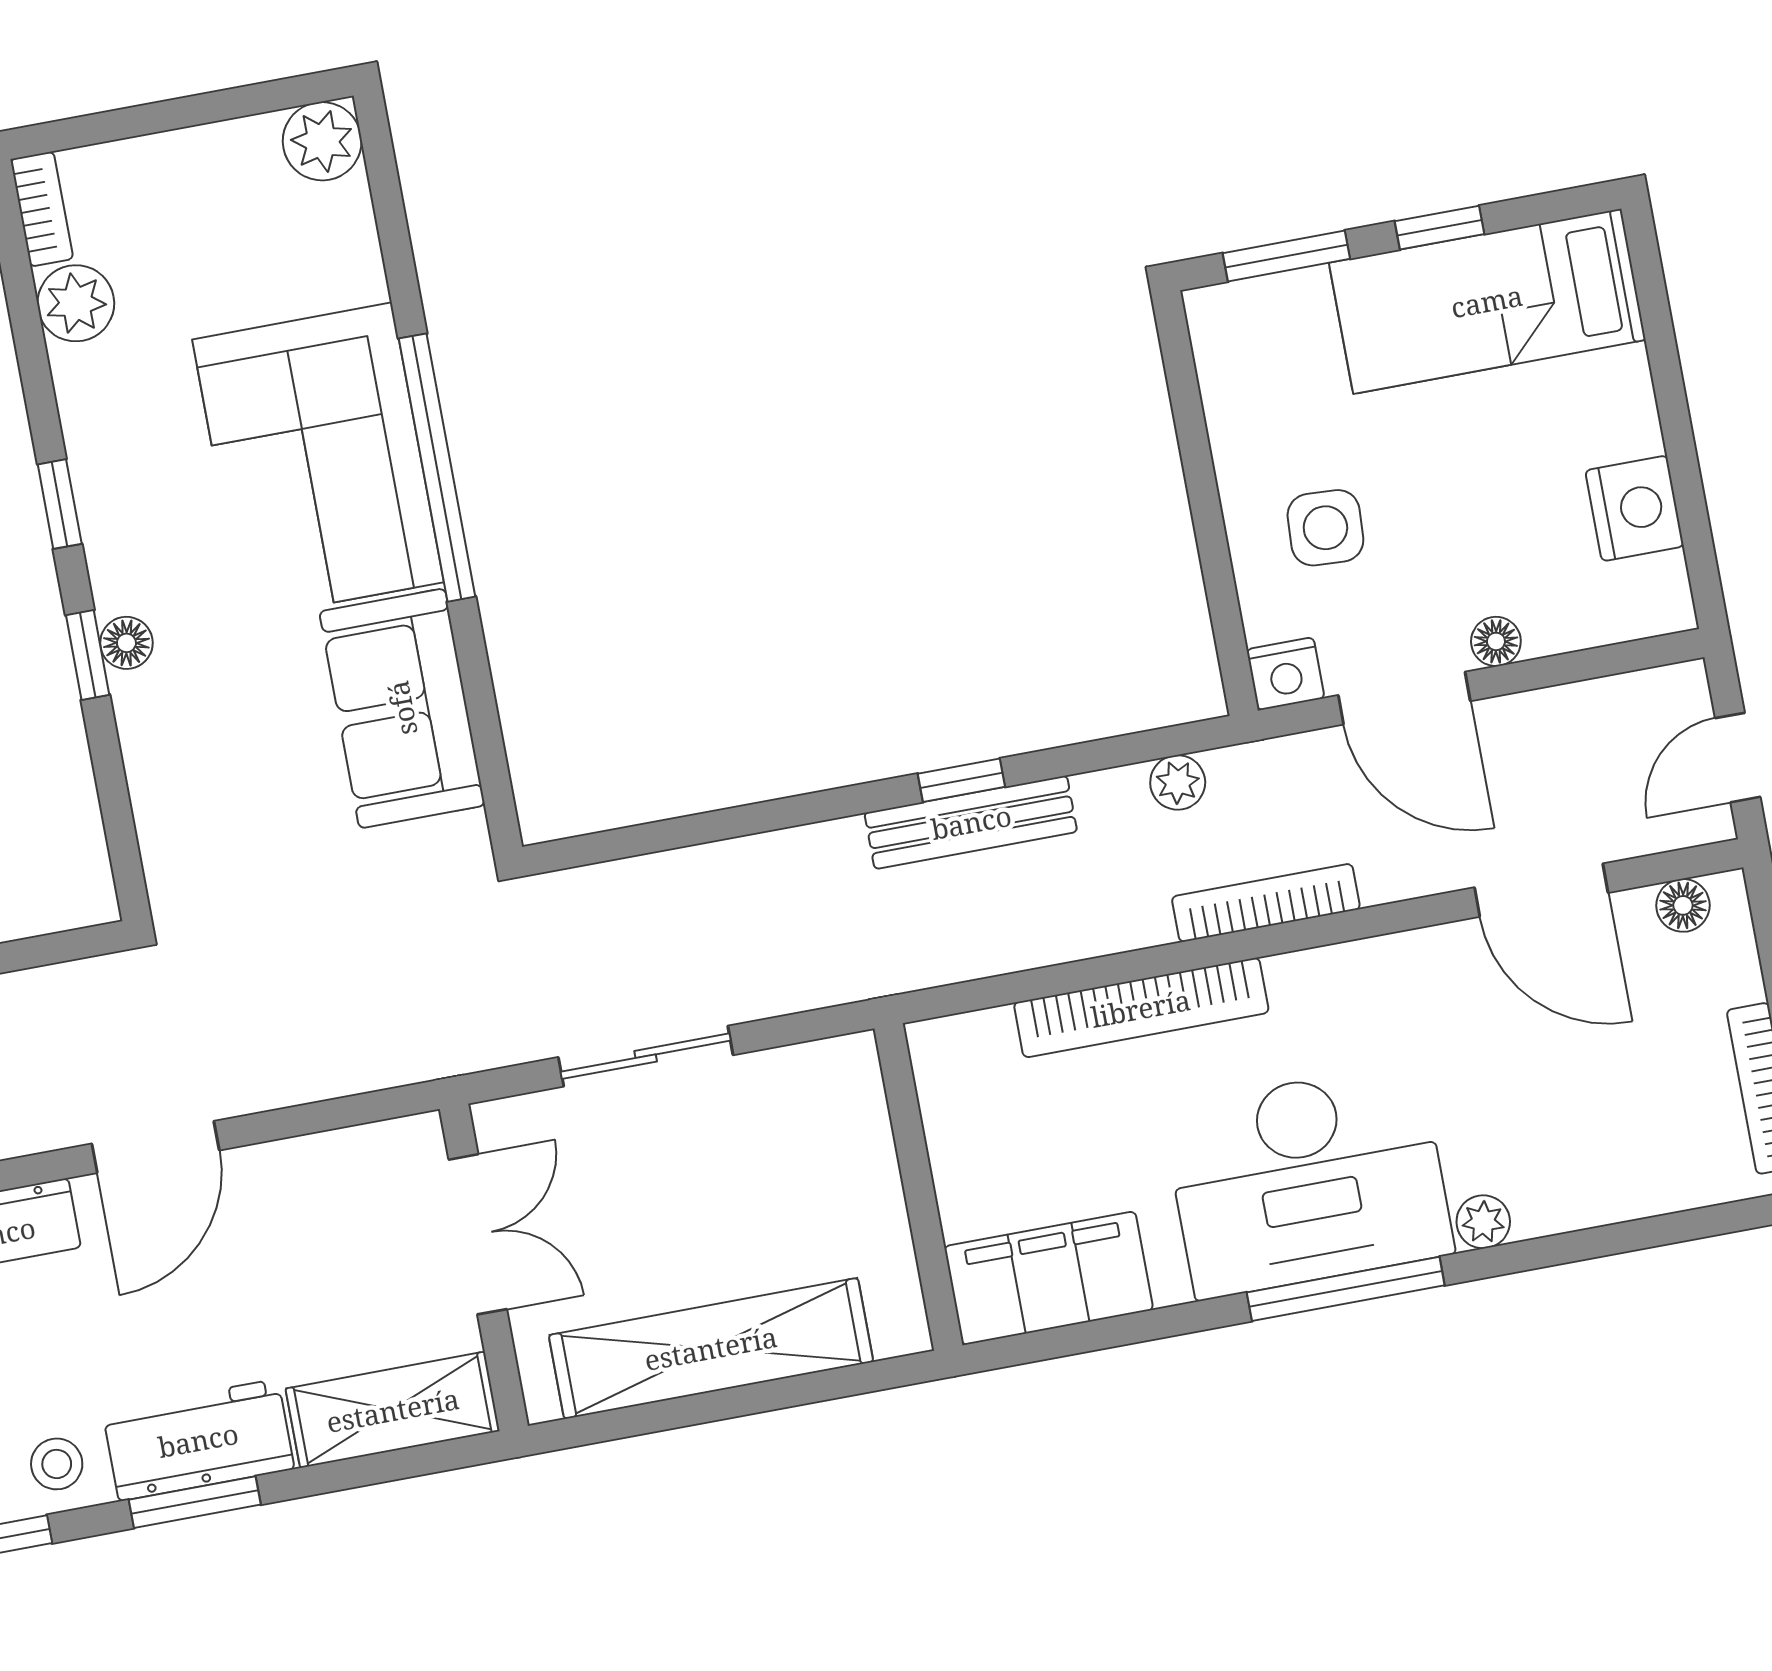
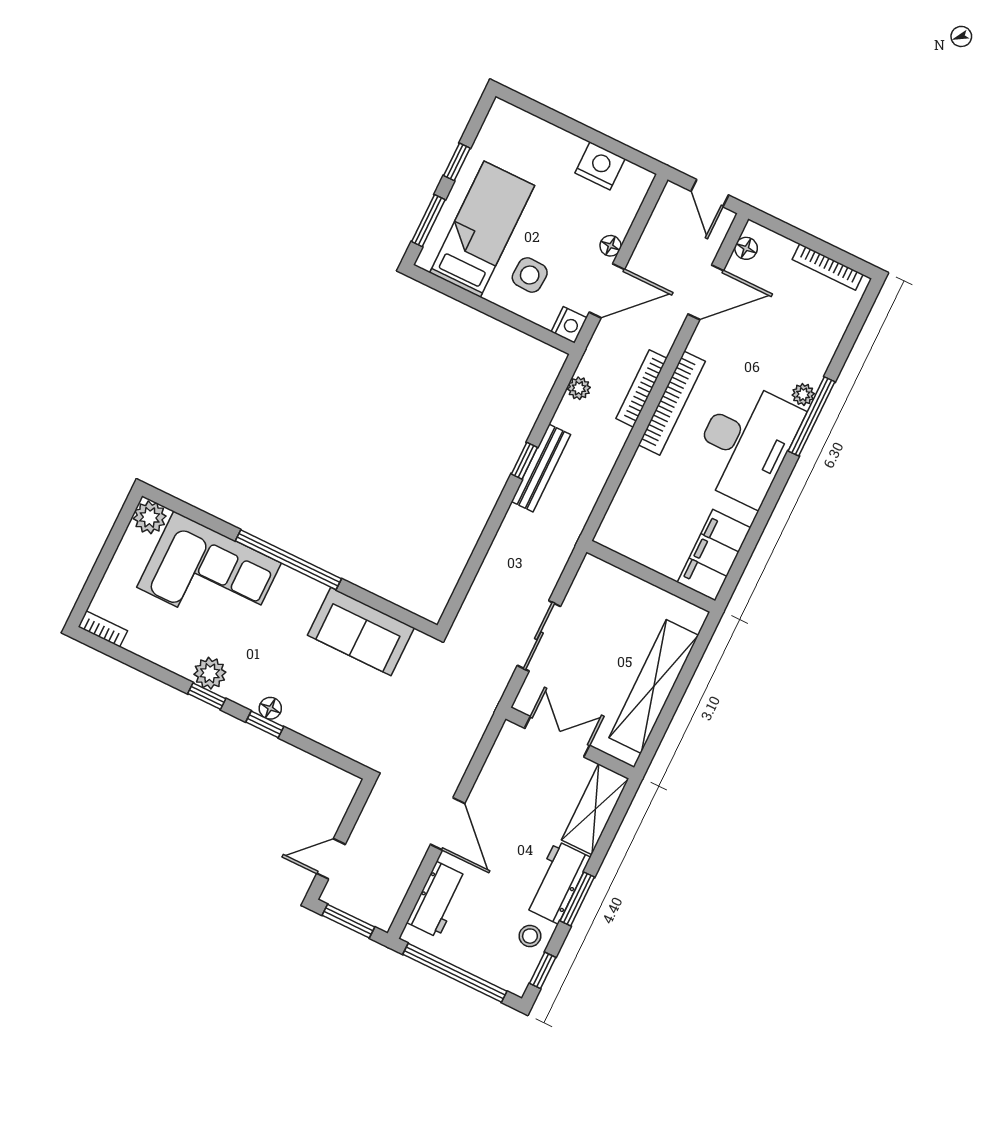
bed: (1487, 301) -> (482, 229), moved, turned 180
plant: (76, 303) -> (210, 673), moved
corner sofa: (318, 461) -> (209, 575), moved
bookcase: (1141, 1008) -> (672, 403), moved
window: (1346, 1289) -> (812, 416), moved

